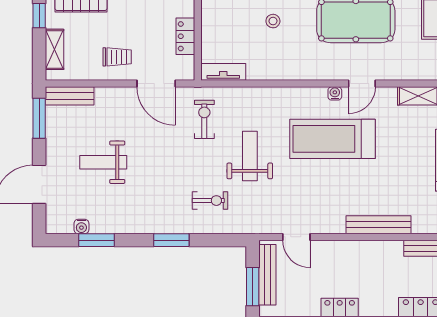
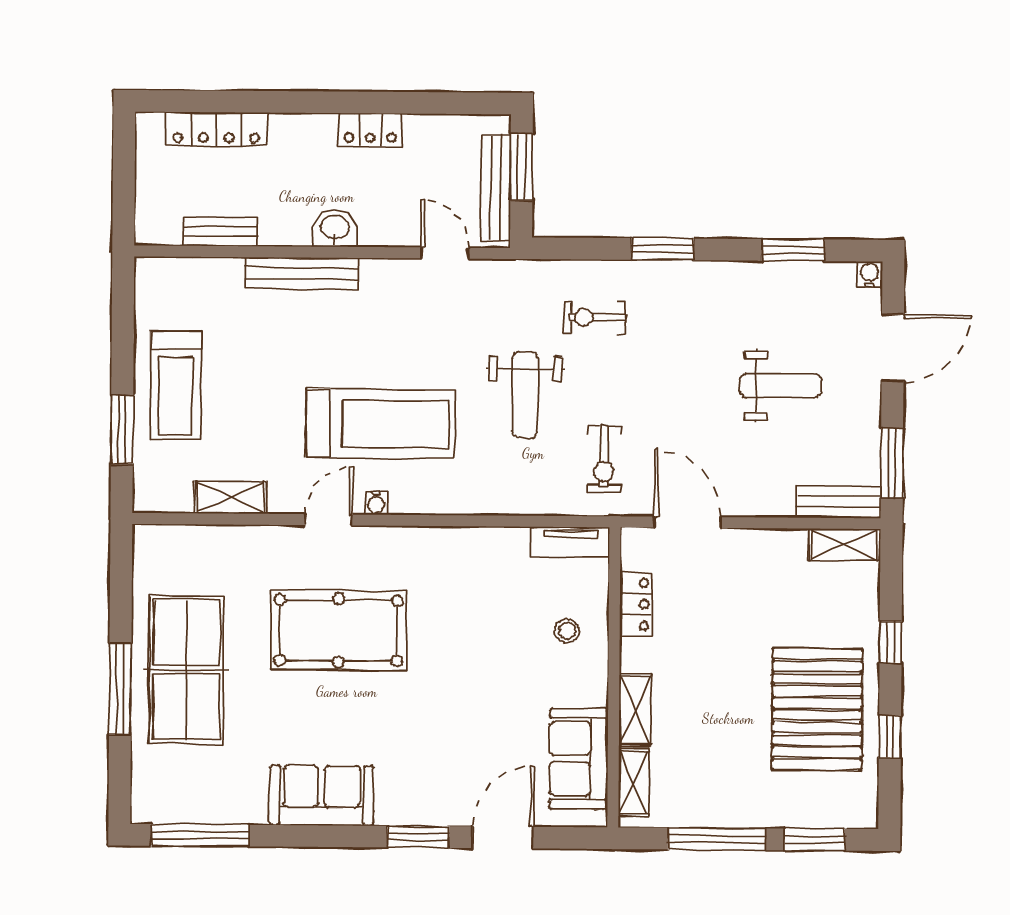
stool: (273, 21) -> (567, 631), moved
shelving: (54, 49) -> (844, 545), moved, turned 90
trolley: (117, 57) -> (755, 569), removed
water cooler: (81, 226) -> (870, 274), moved
washbasin: (359, 251) -> (335, 228), added

